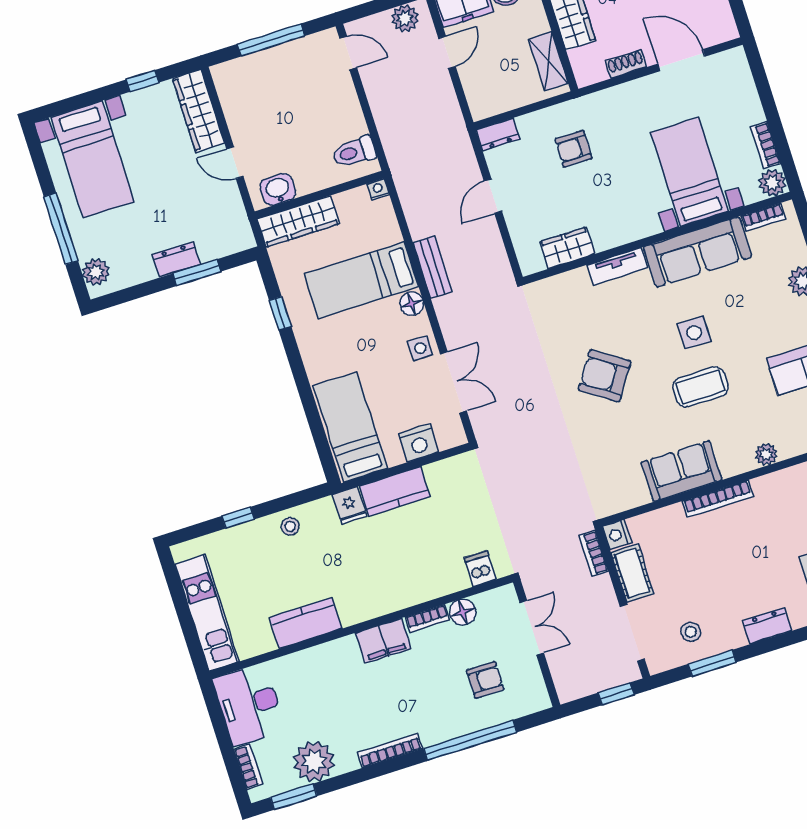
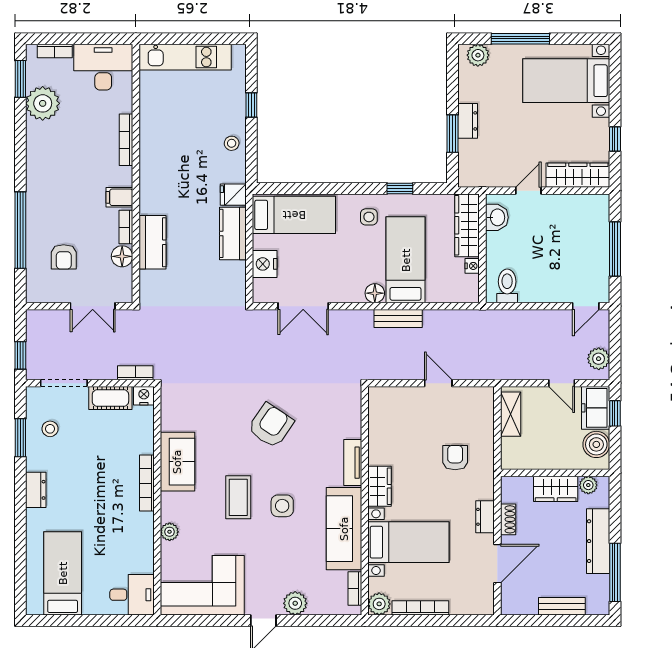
shelving: (548, 61) -> (511, 414), moved, turned 90
dresser: (498, 134) -> (485, 517), moved
bookcase: (765, 145) -> (420, 608), width x1.56
nightstand: (378, 189) -> (472, 266), moved
wardrobe: (567, 248) -> (380, 486), moved
side table: (420, 348) -> (369, 217), moved
dishwasher: (480, 569) -> (152, 281), removed
kitchen counter: (306, 623) -> (152, 242), moved
filing cabinet: (383, 641) -> (119, 197), width x0.50
bookcase: (390, 751) -> (126, 140), moved, turned 180

